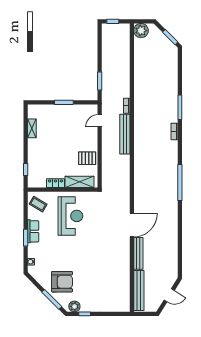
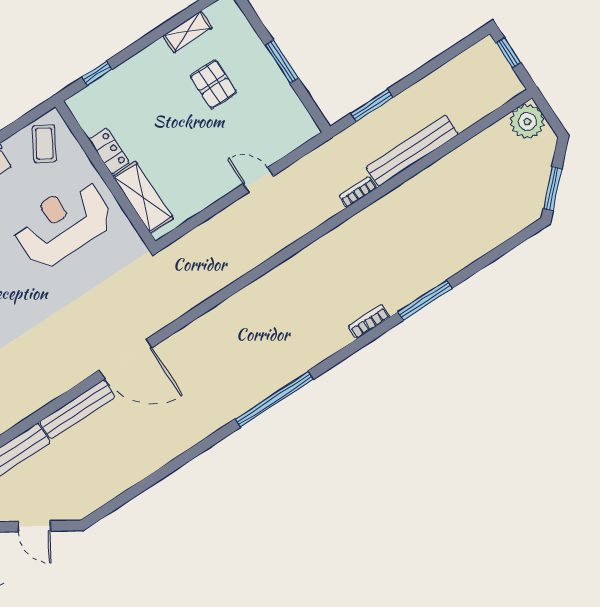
door: (100, 121) -> (258, 180), moved
bench: (125, 134) -> (412, 151), moved
pallet: (87, 158) -> (213, 84), moved
reception desk: (70, 216) -> (63, 224), turned 180

